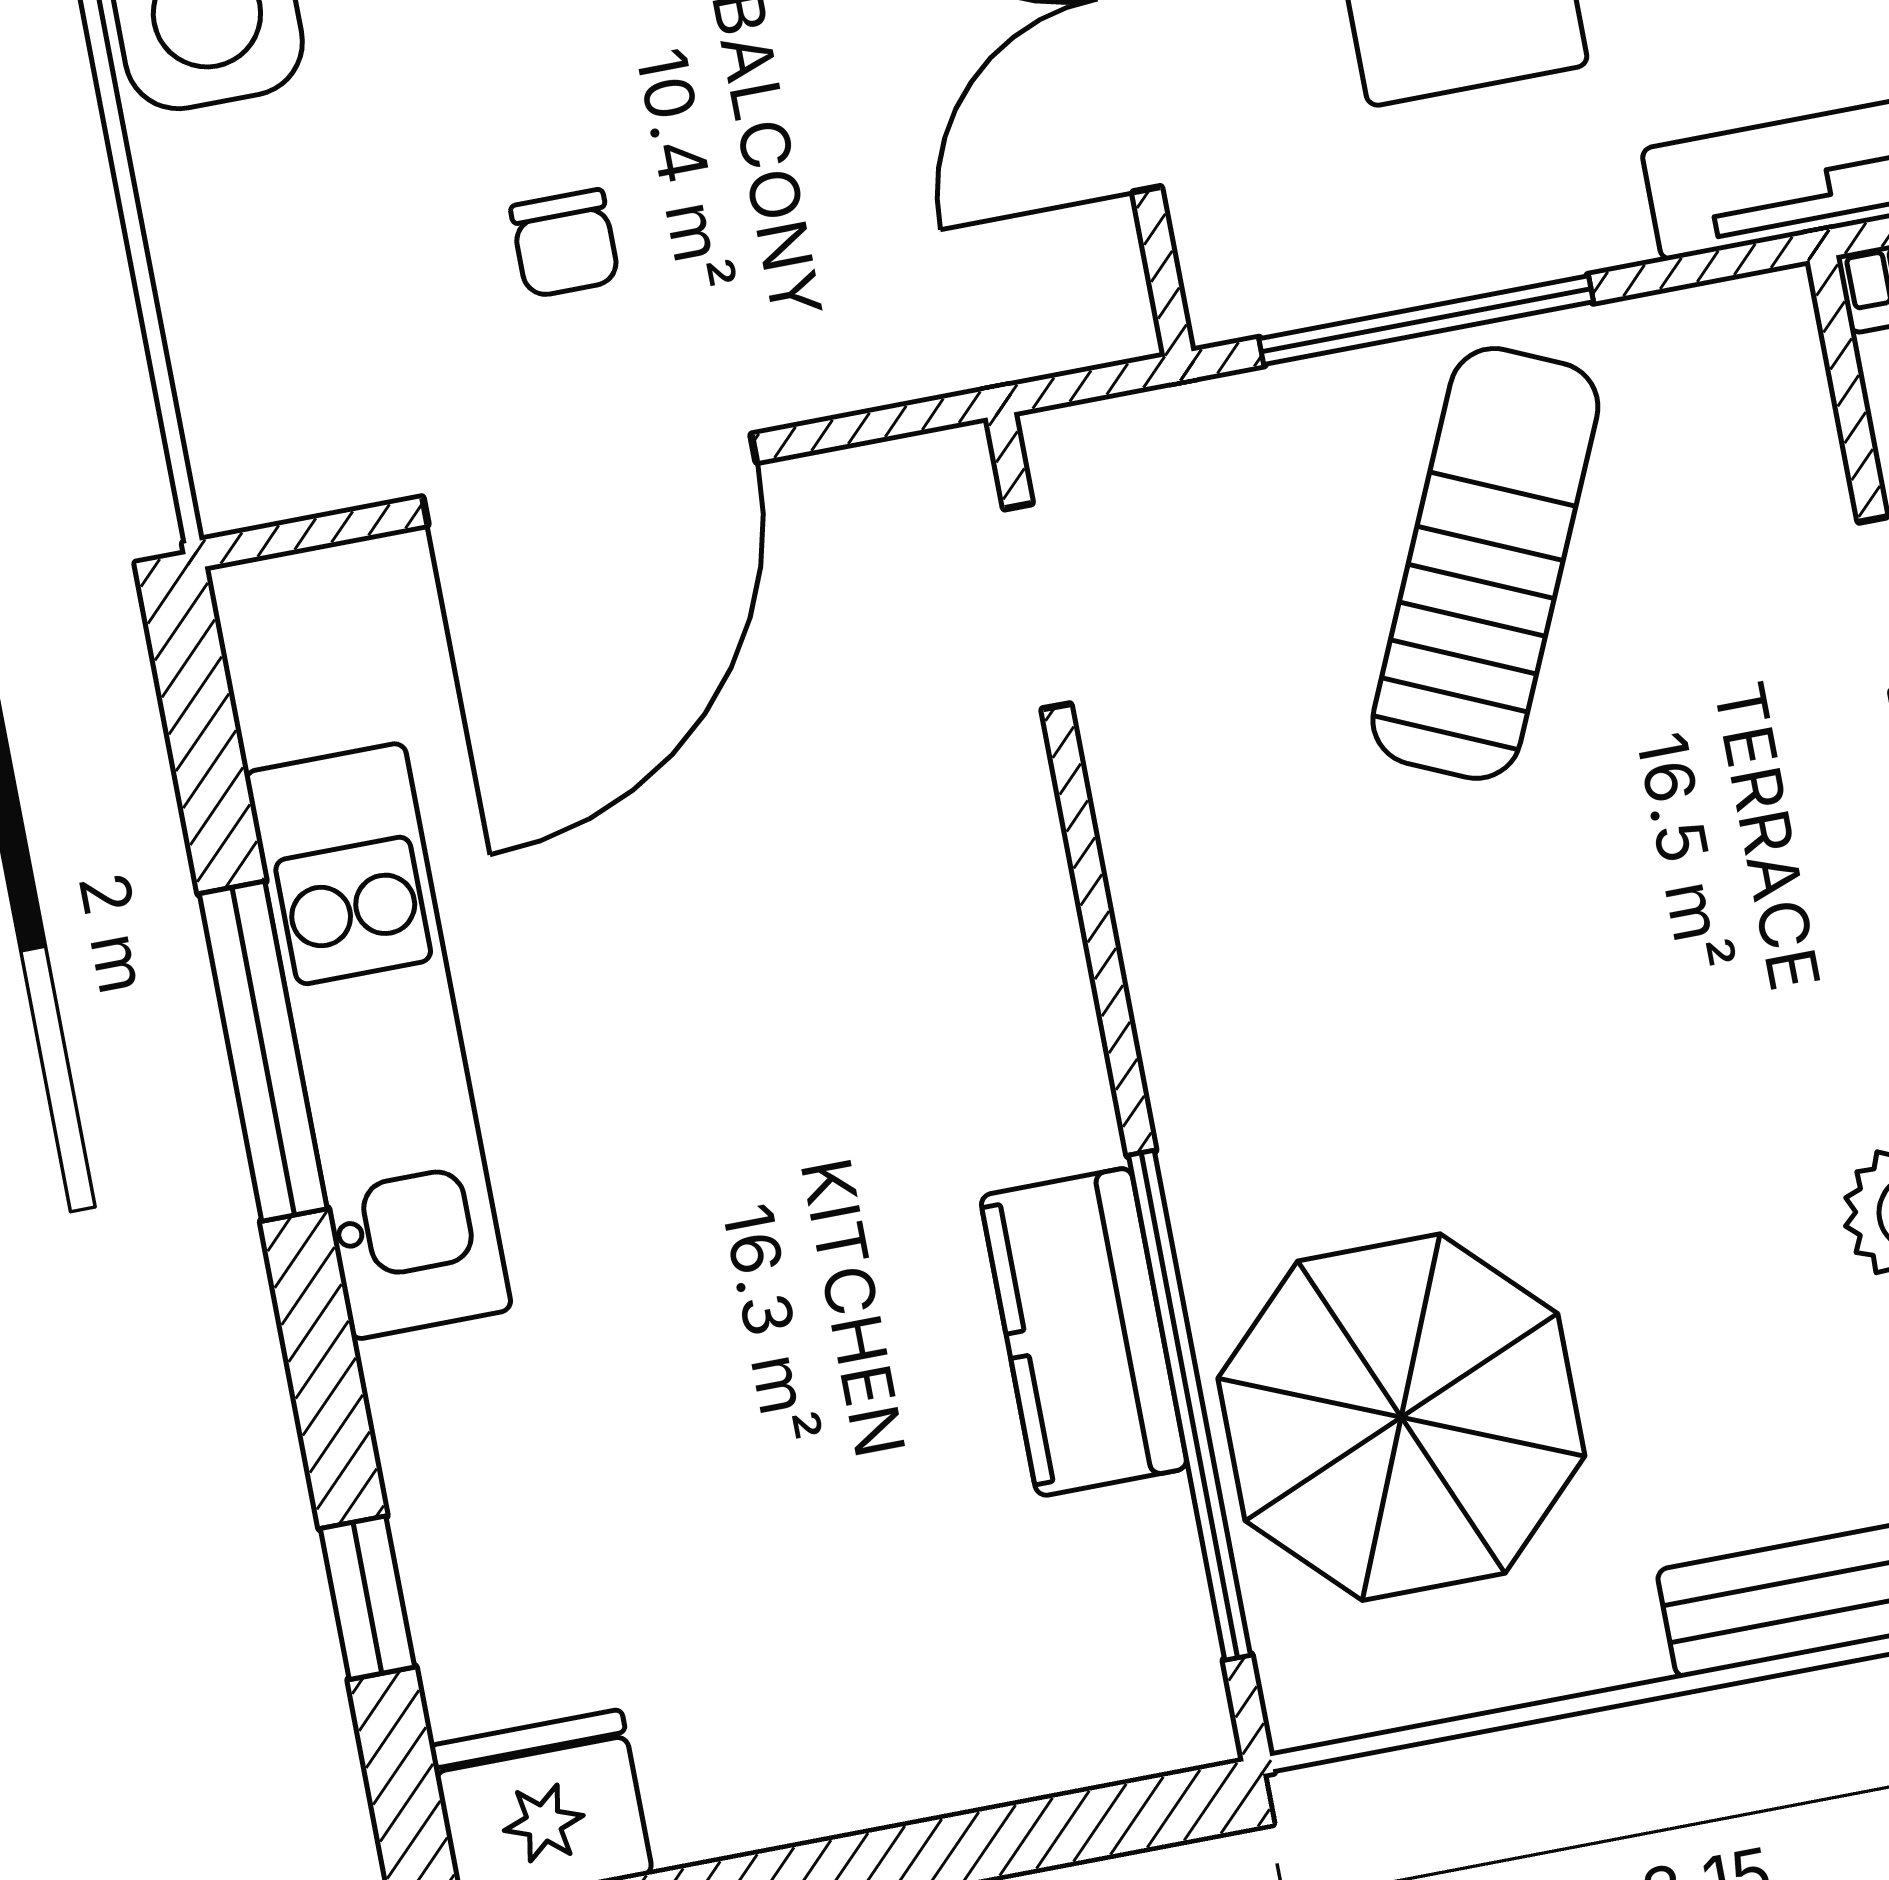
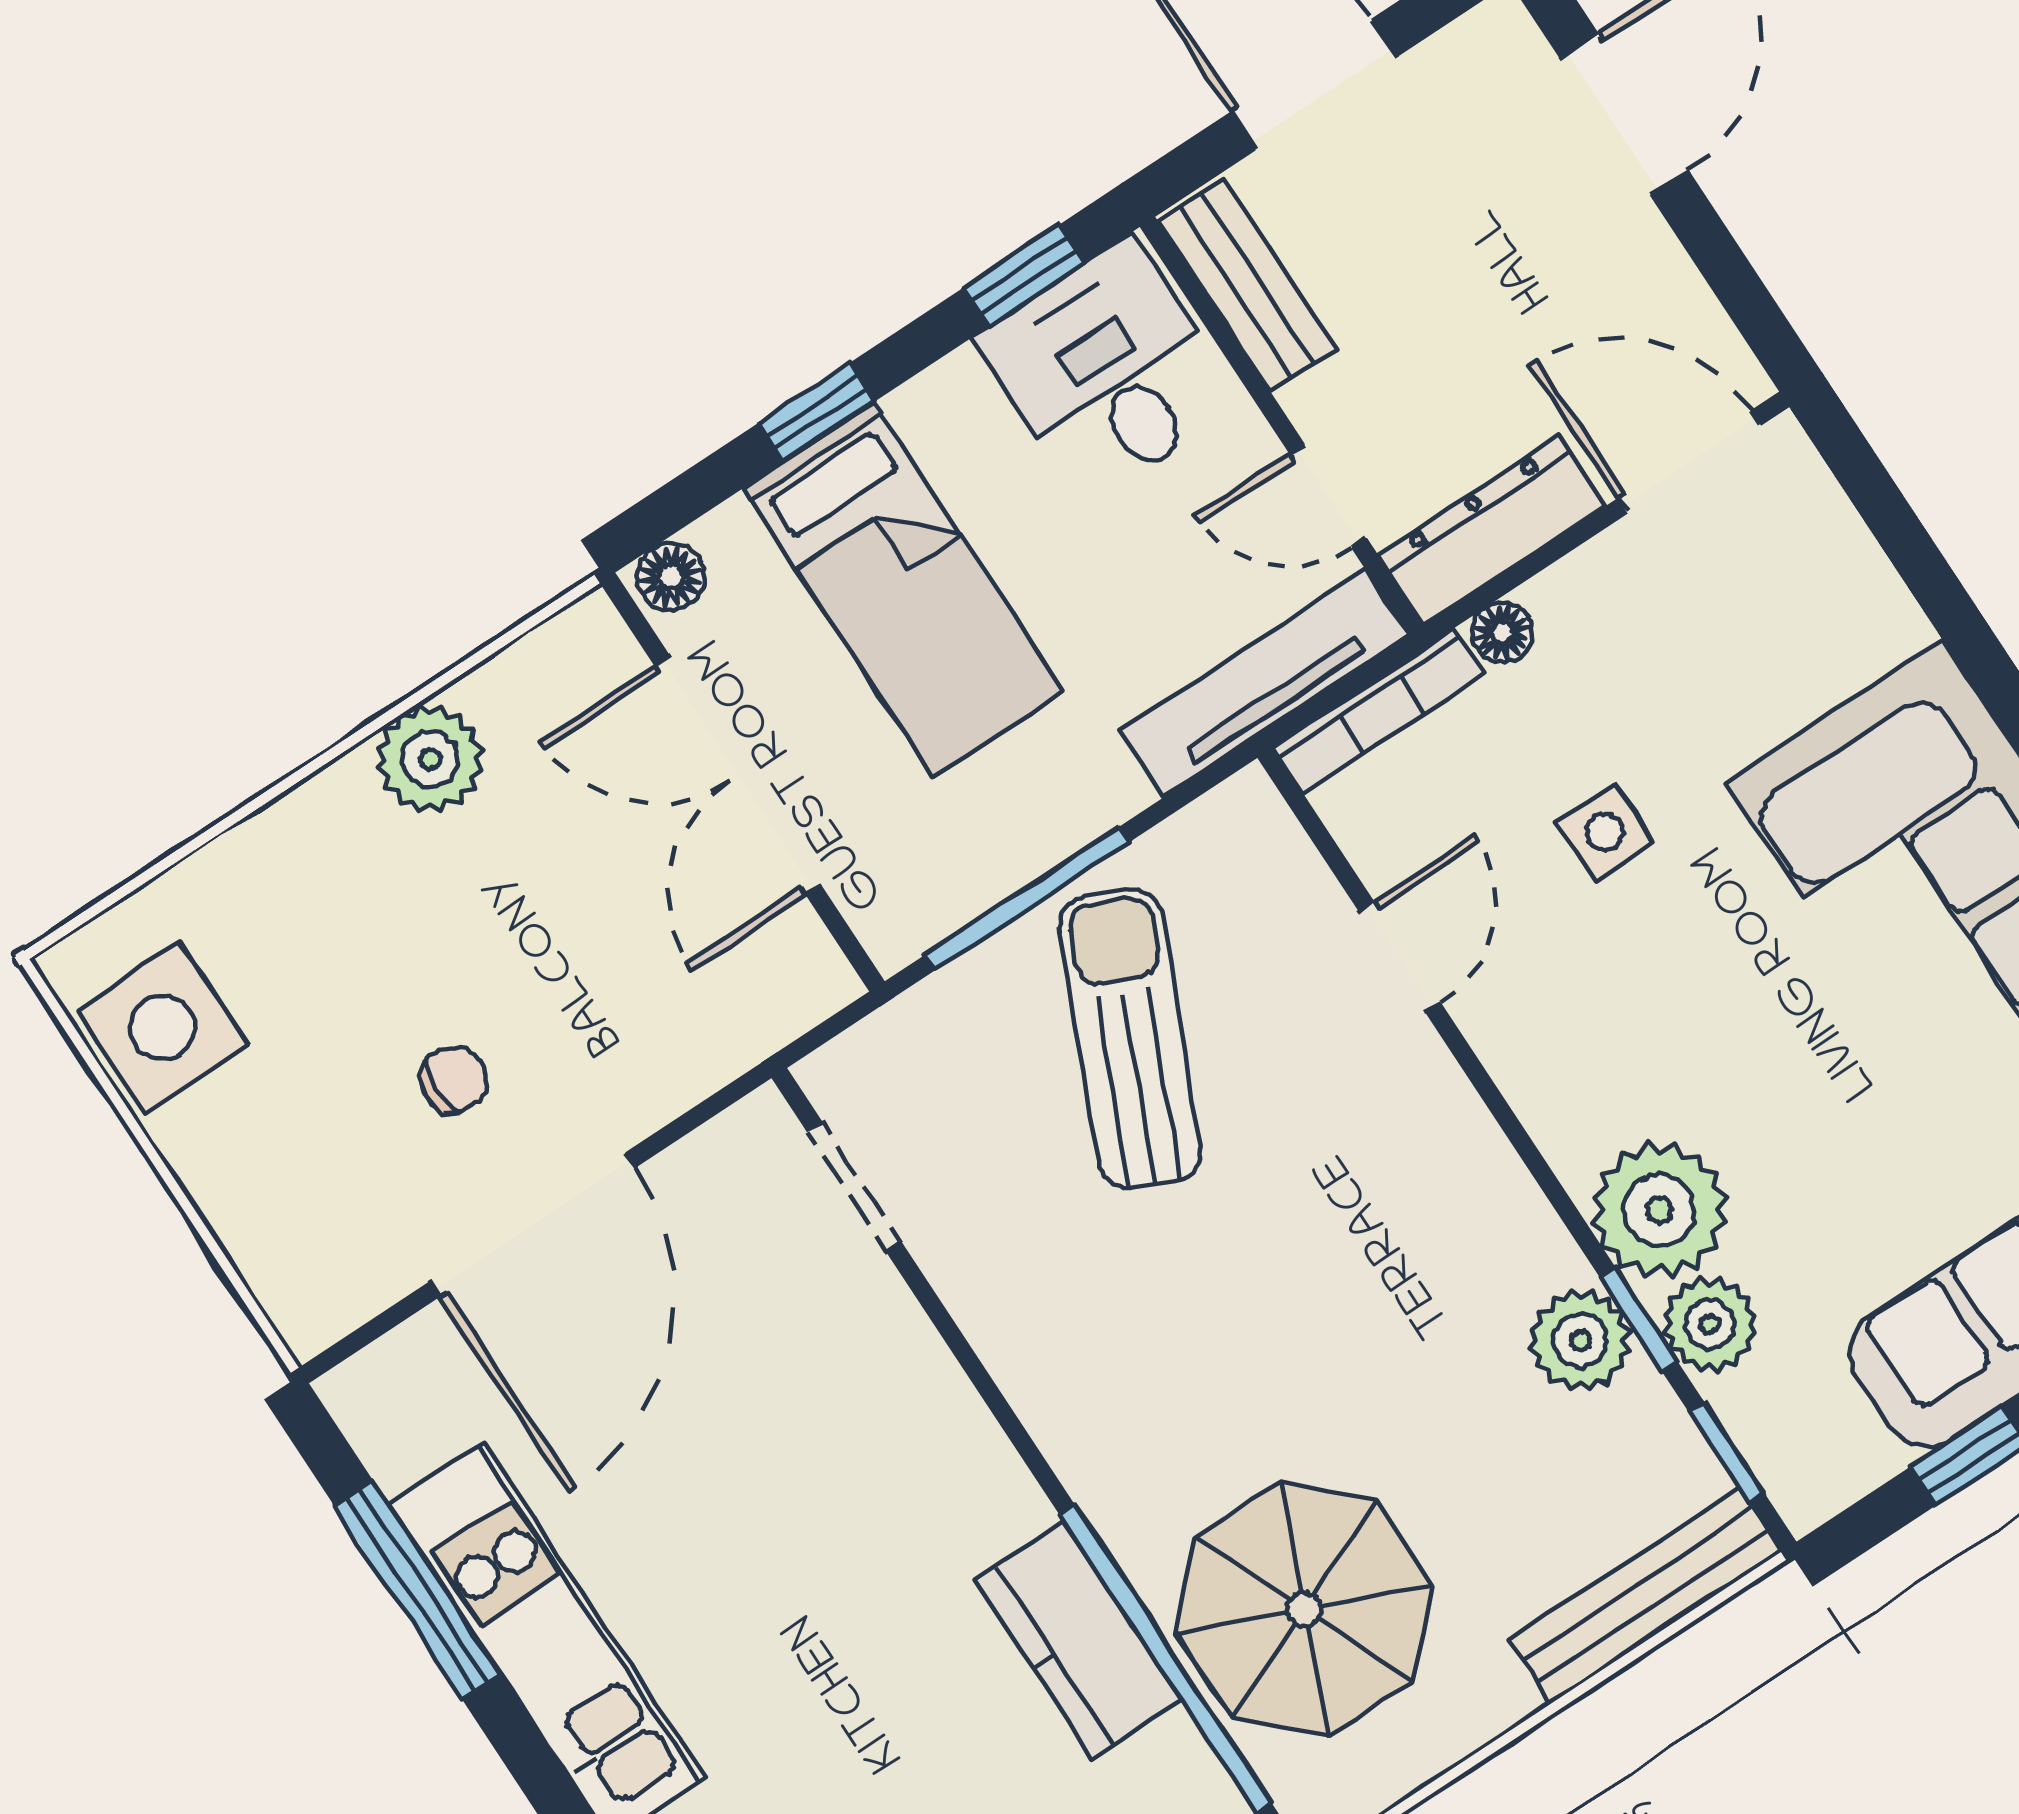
chair: (565, 243) -> (454, 1079), turned -90
window: (263, 1051) -> (418, 1590), moved

